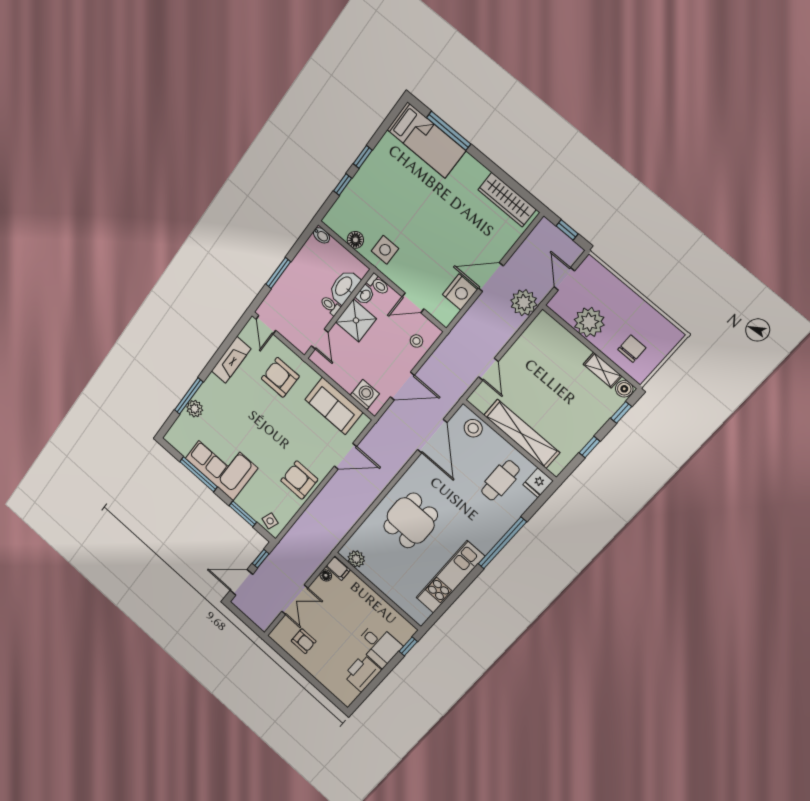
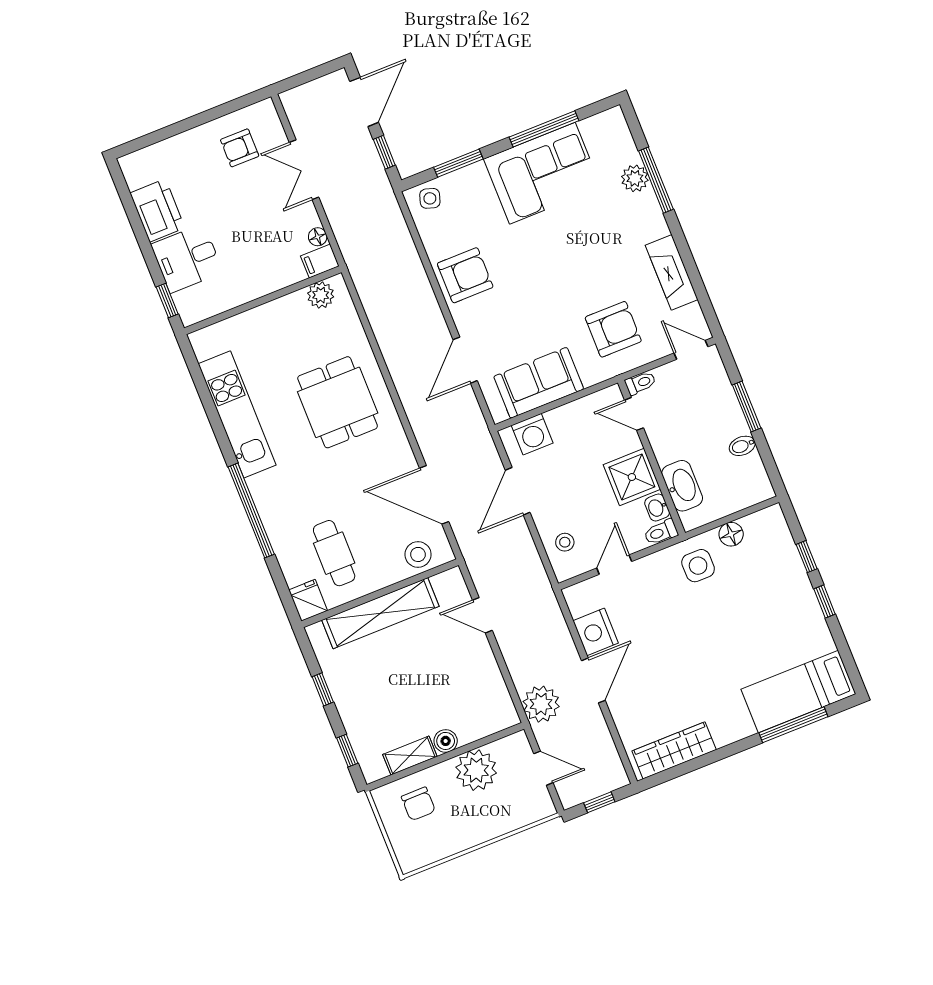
bidet: (321, 235) -> (742, 446), moved
toilet: (330, 306) -> (640, 383), moved
boiler: (624, 389) -> (446, 741), moved

